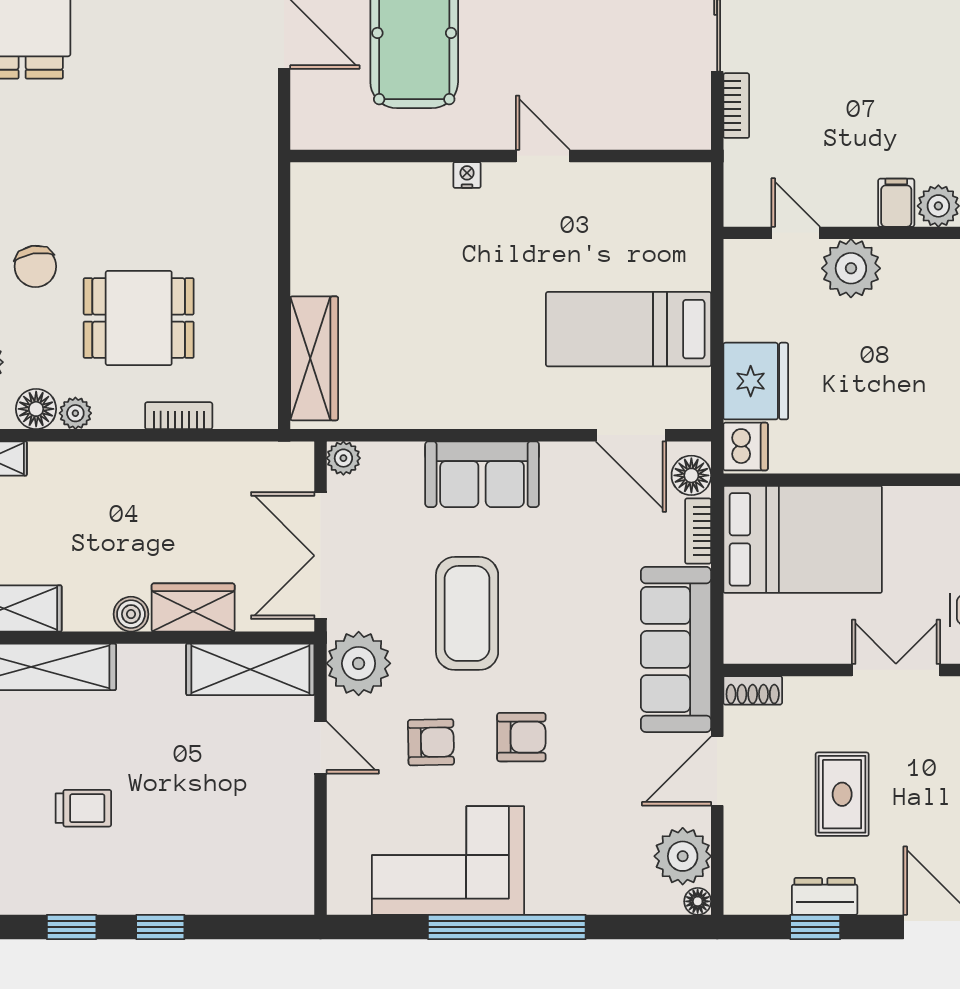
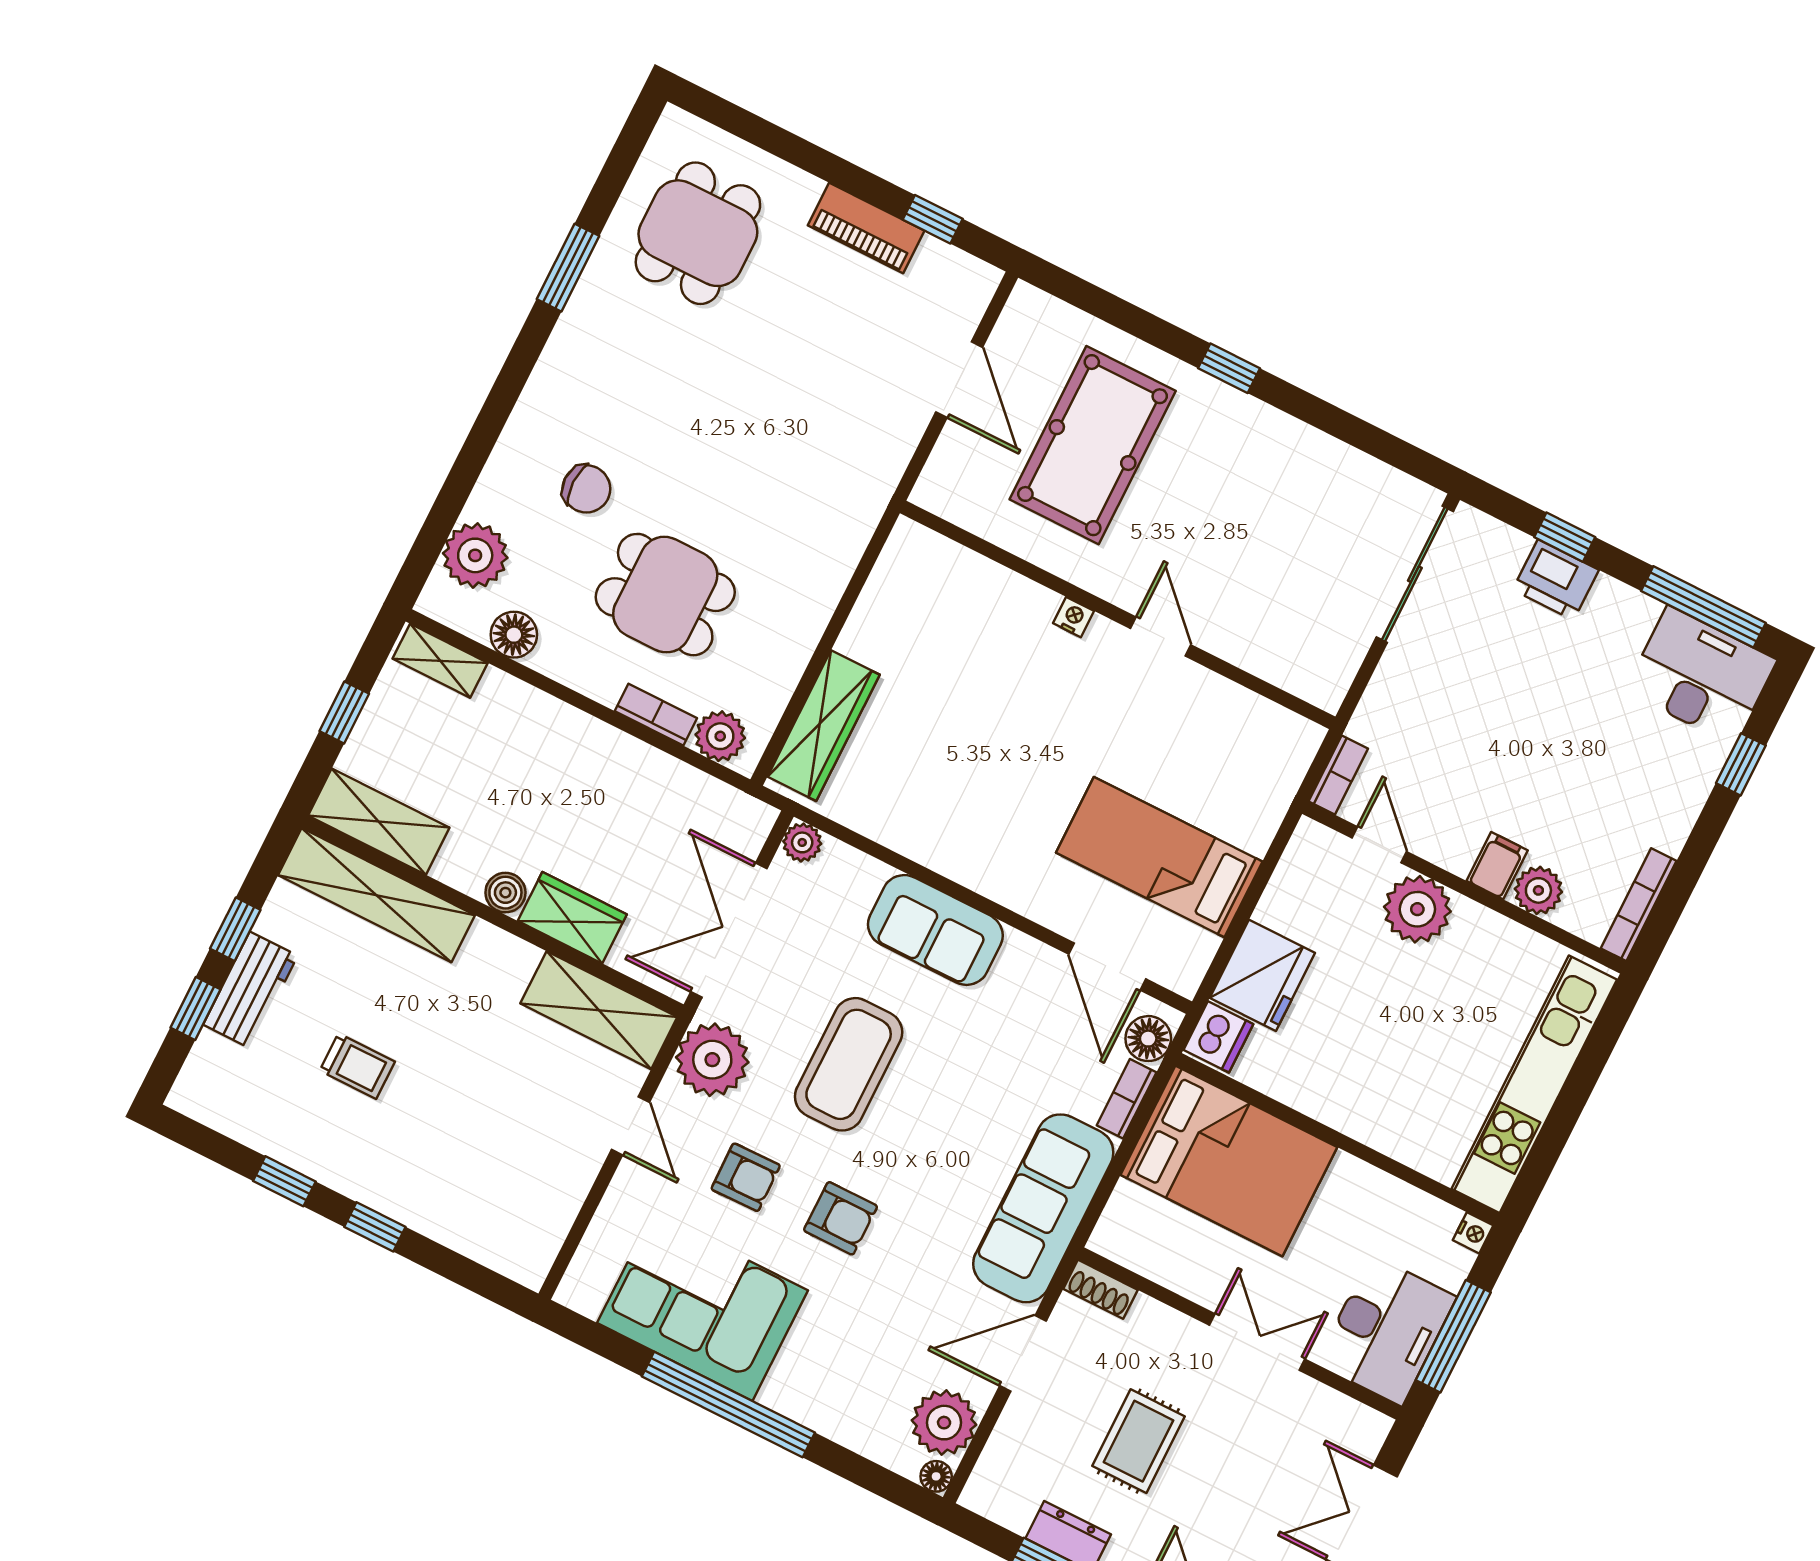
bookcase: (736, 106) -> (1338, 775), moved
chair: (35, 266) -> (586, 489), turned -81
plant: (75, 413) -> (720, 736), moved, width x1.38, depth x1.38

